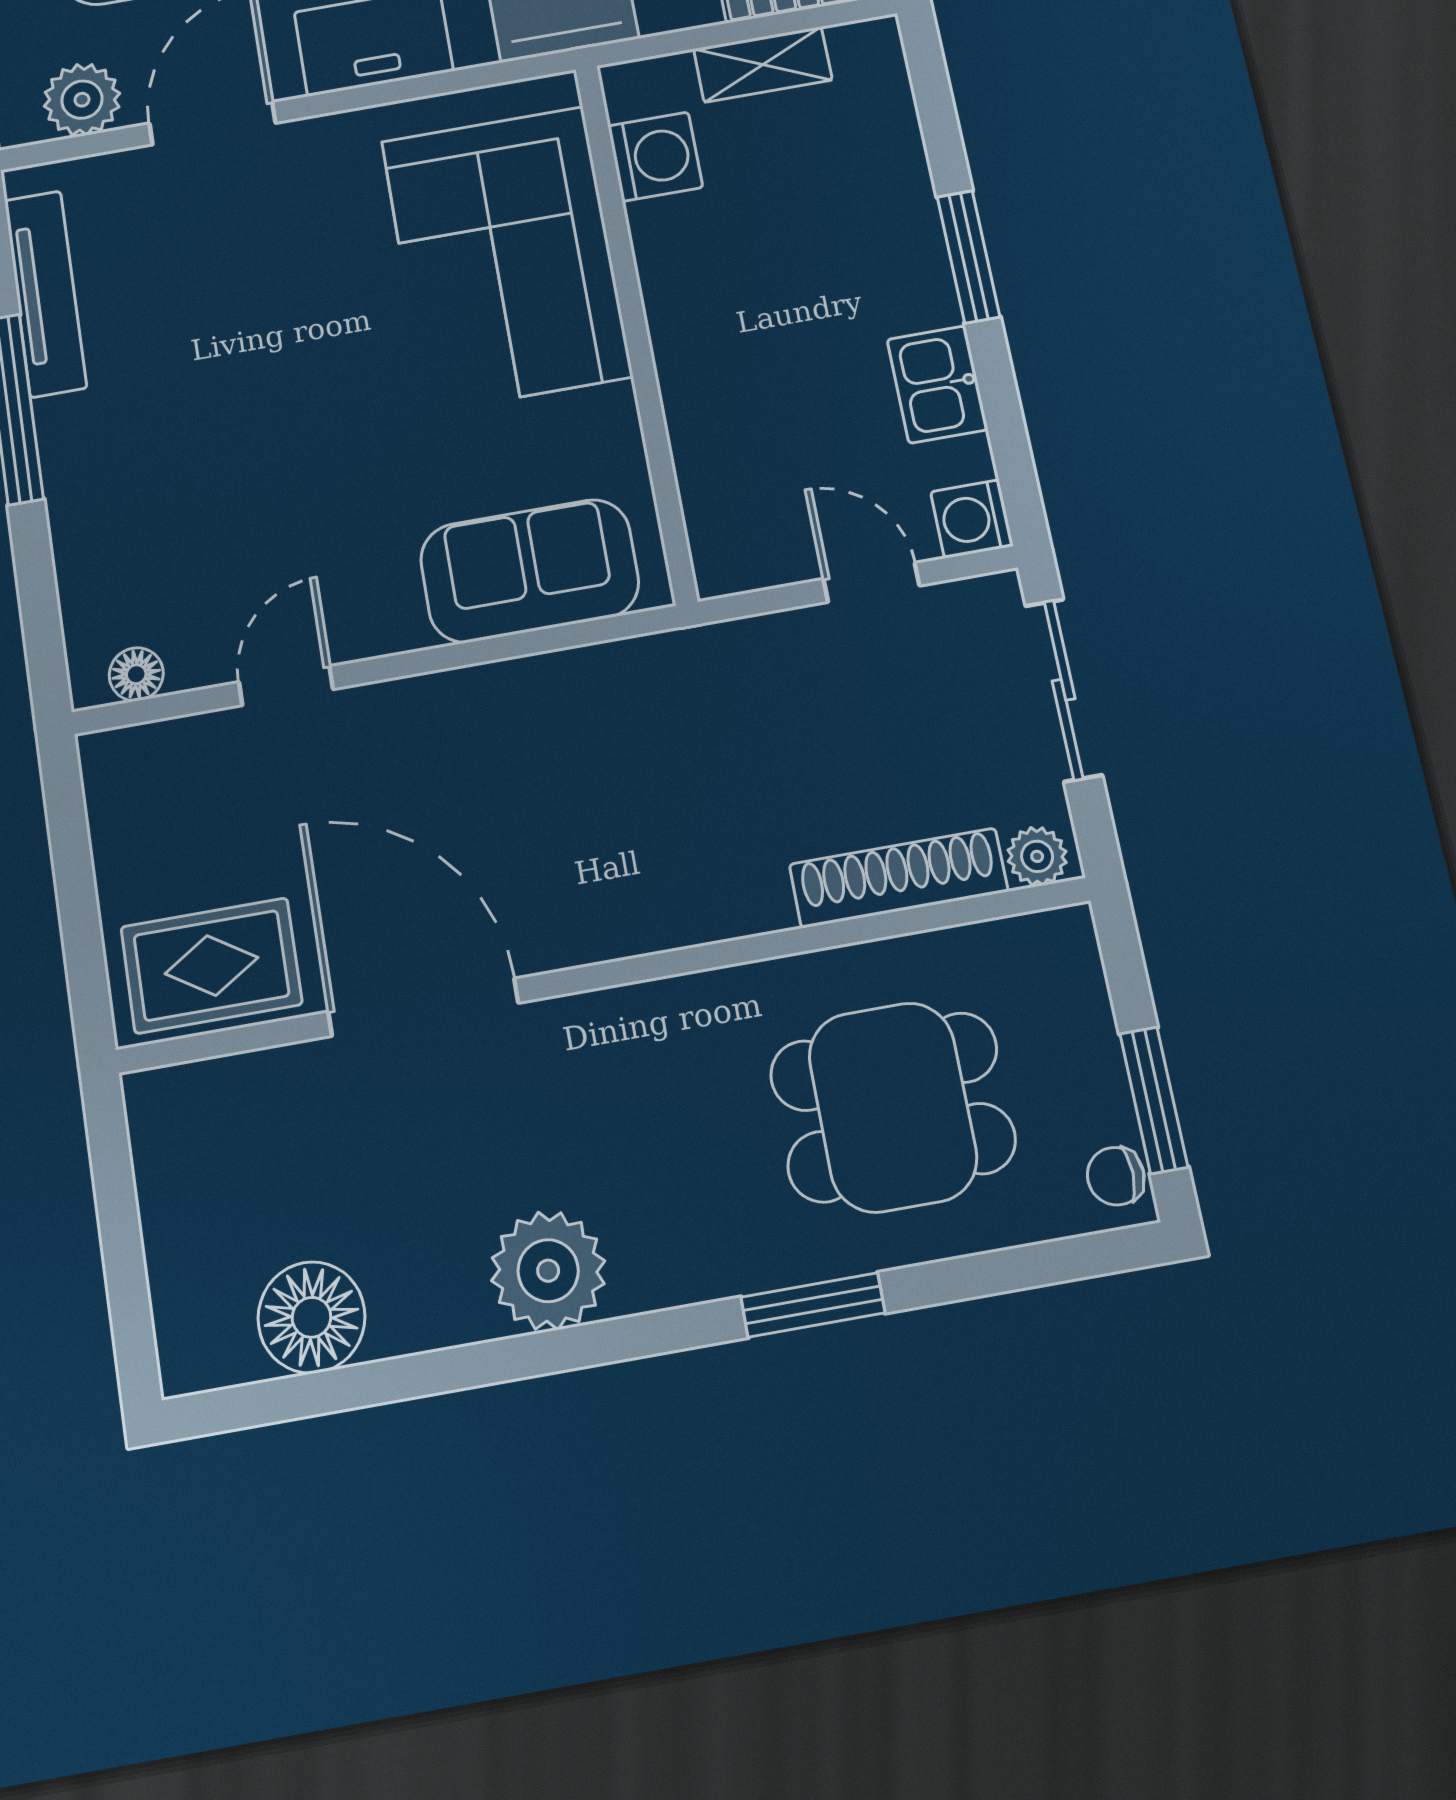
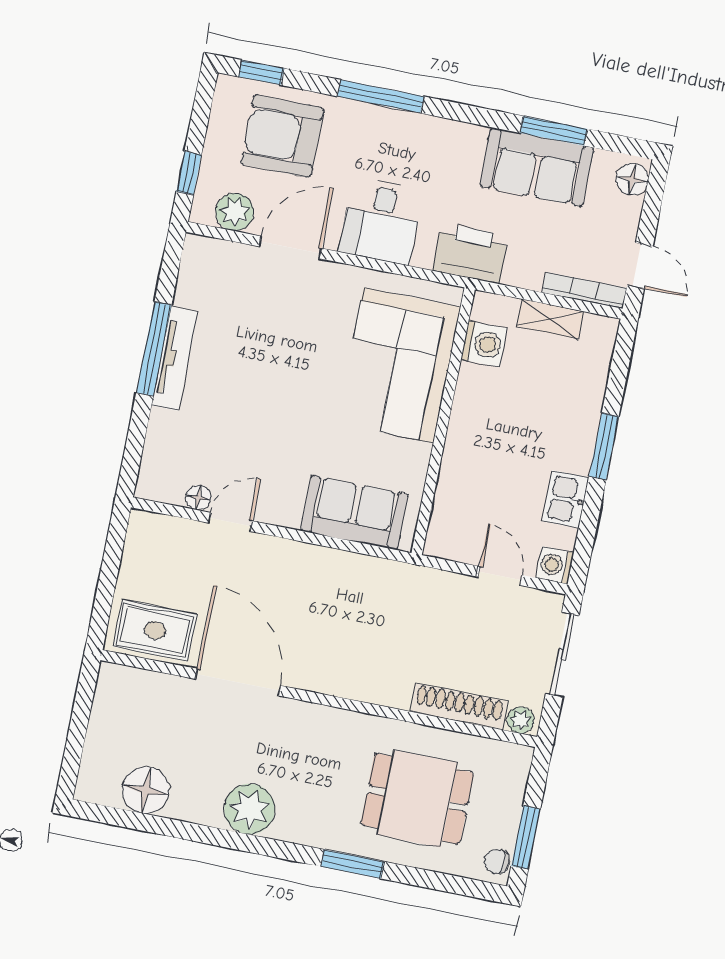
tv unit: (45, 294) -> (174, 359), moved
floor lamp: (136, 674) -> (198, 498), moved

